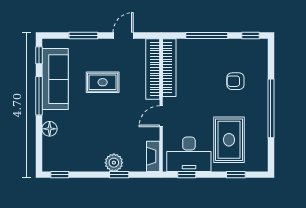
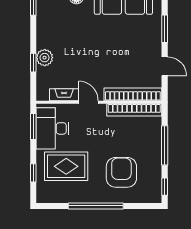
armchair: (235, 81) -> (121, 172), width x1.88, depth x1.88
rug: (103, 82) -> (120, 47), removed
fireplace: (153, 156) -> (64, 95), moved
window: (187, 175) -> (33, 126), width x1.50

